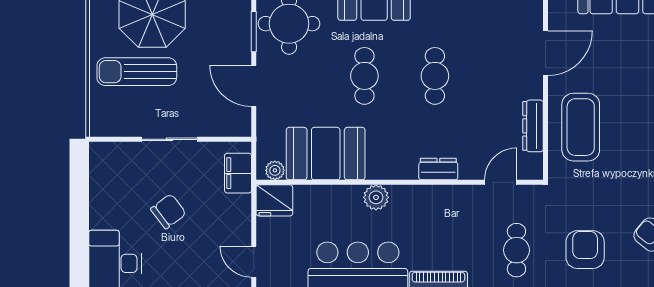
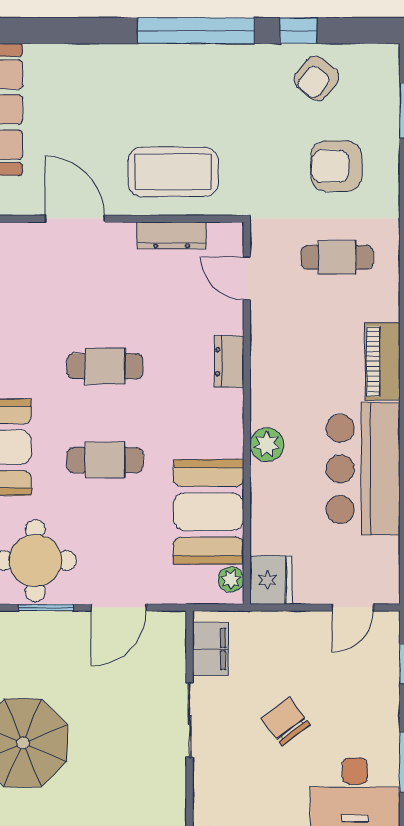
sun lounger: (137, 72) -> (99, 763), removed
filing cabinet: (238, 173) -> (210, 649), moved, turned -90

